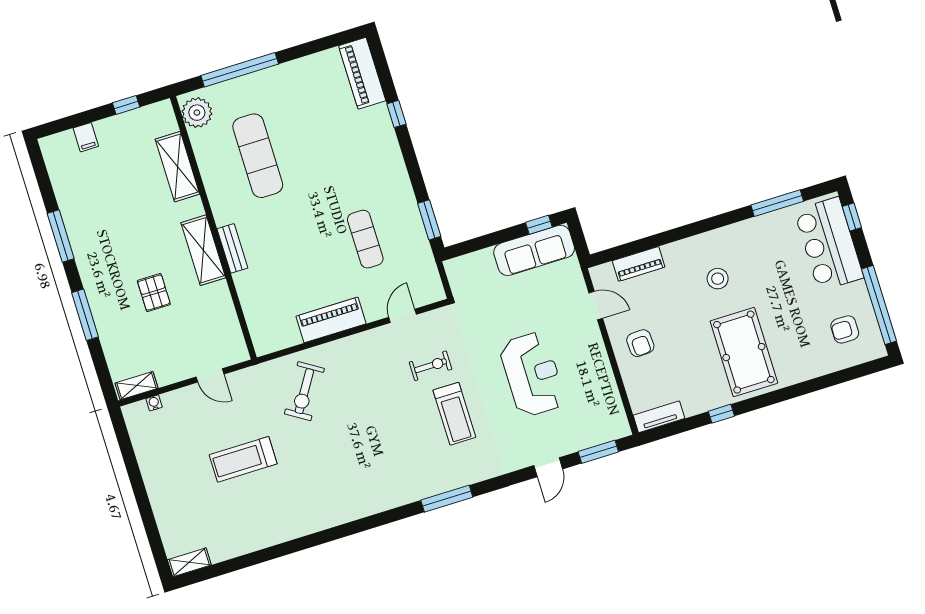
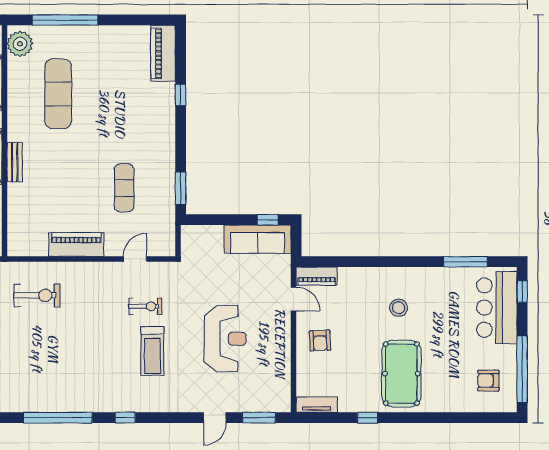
piano: (639, 264) -> (317, 276), moved
exercise bike: (304, 391) -> (37, 295), turned -122
window: (447, 499) -> (125, 418), width x0.46
window: (371, 522) -> (58, 418), added

